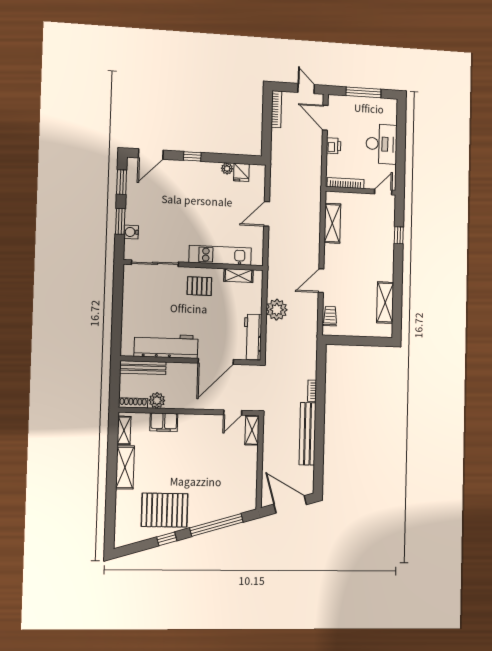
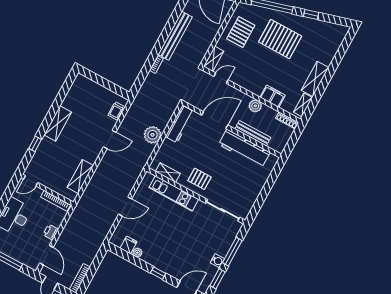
window: (120, 221) -> (232, 252), width x1.44
water cooler: (131, 232) -> (217, 261), moved
shelving: (385, 303) -> (58, 123), moved
bench: (143, 368) -> (253, 133), moved
plant: (157, 400) -> (255, 106), moved
pallet: (237, 476) -> (241, 32), added
pallet: (165, 510) -> (280, 39), moved

